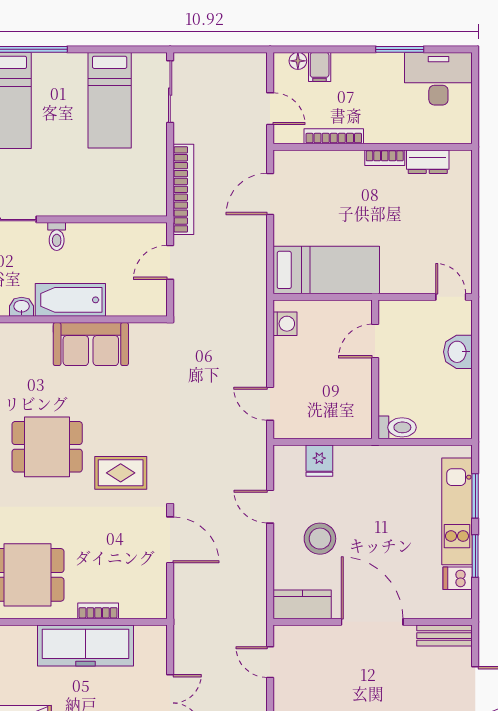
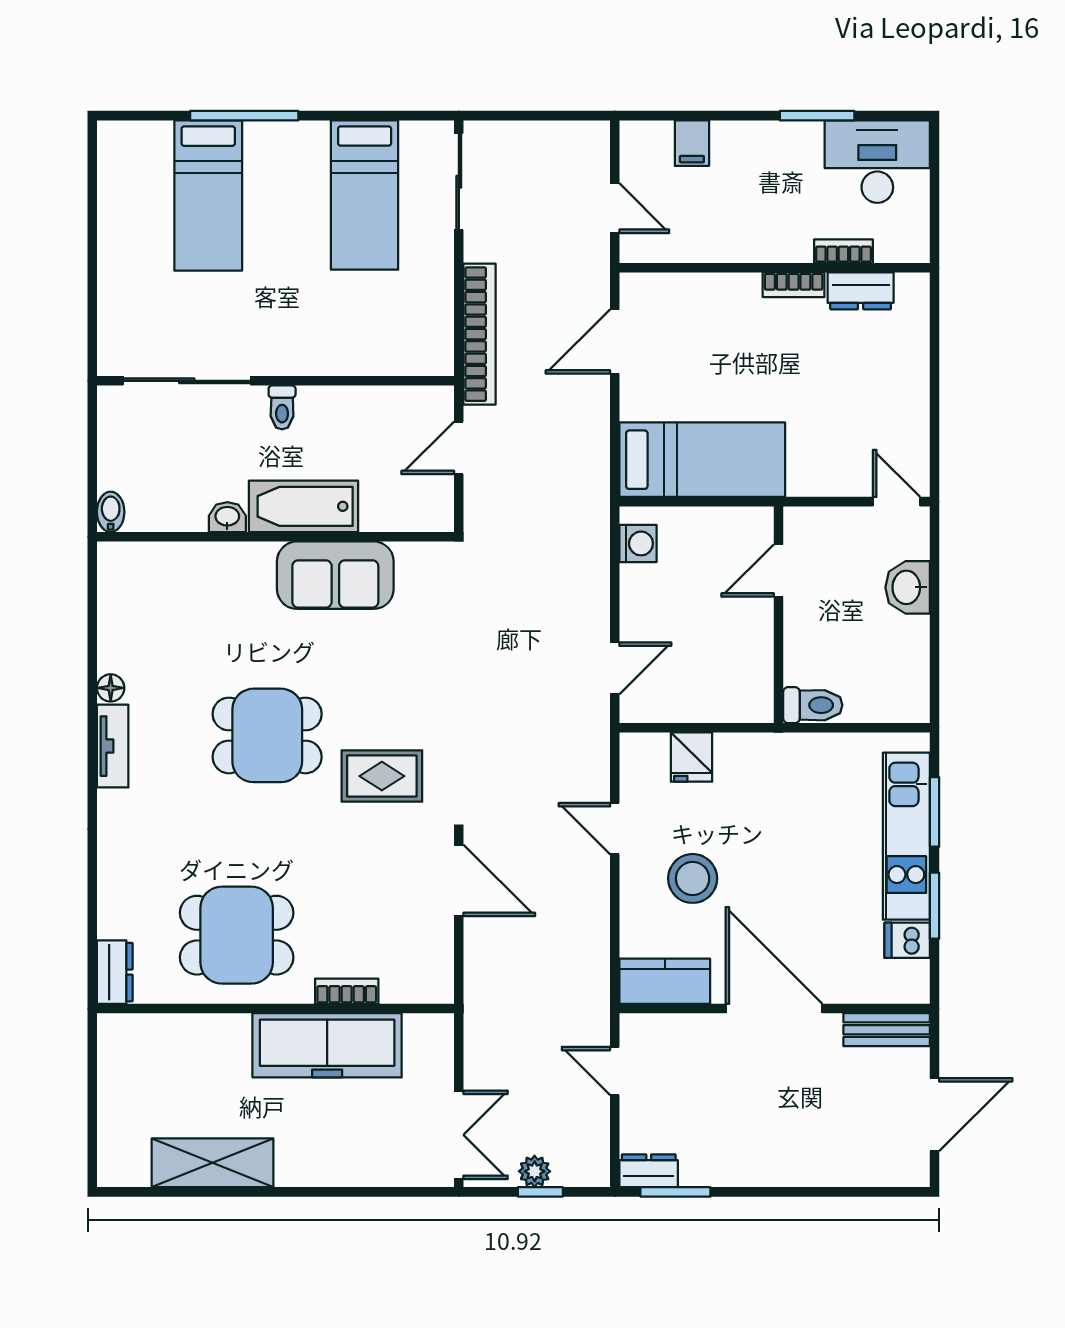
floor lamp: (298, 61) -> (658, 134), removed
bookcase: (334, 136) -> (843, 251), moved, width x0.64
door: (270, 404) -> (615, 668), swing flipped

